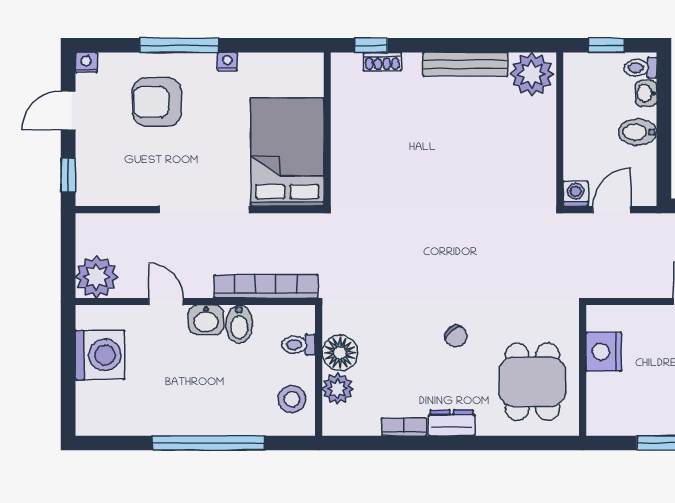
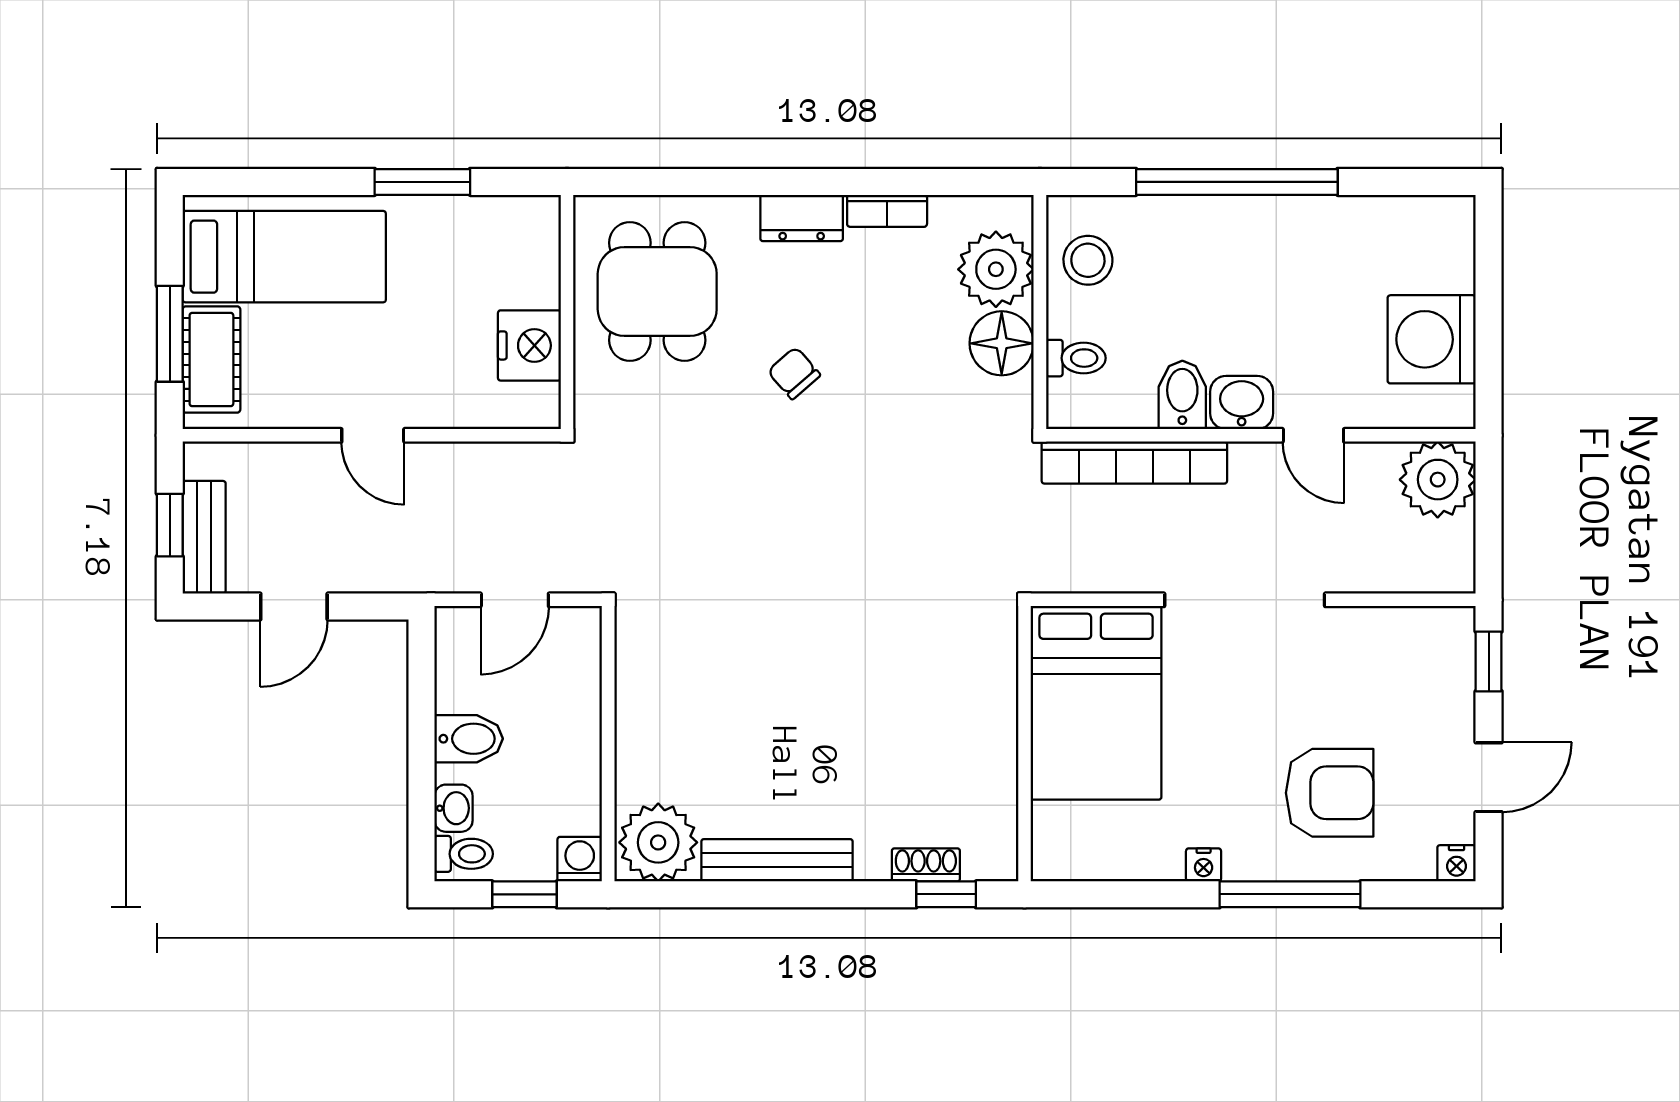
washing machine: (576, 194) -> (580, 859), moved, turned 180
plant: (338, 389) -> (996, 269), width x1.36, depth x1.36

